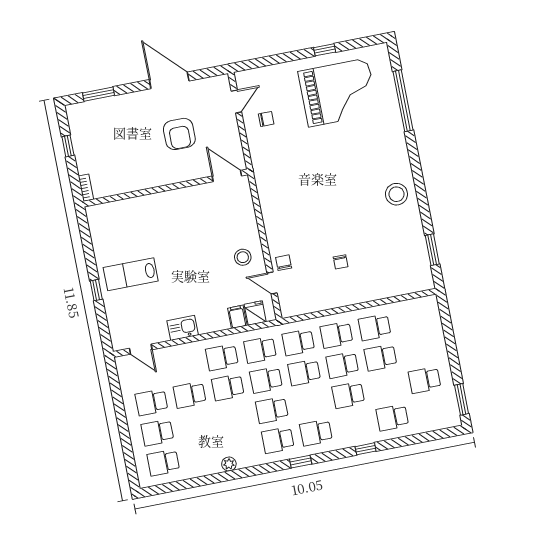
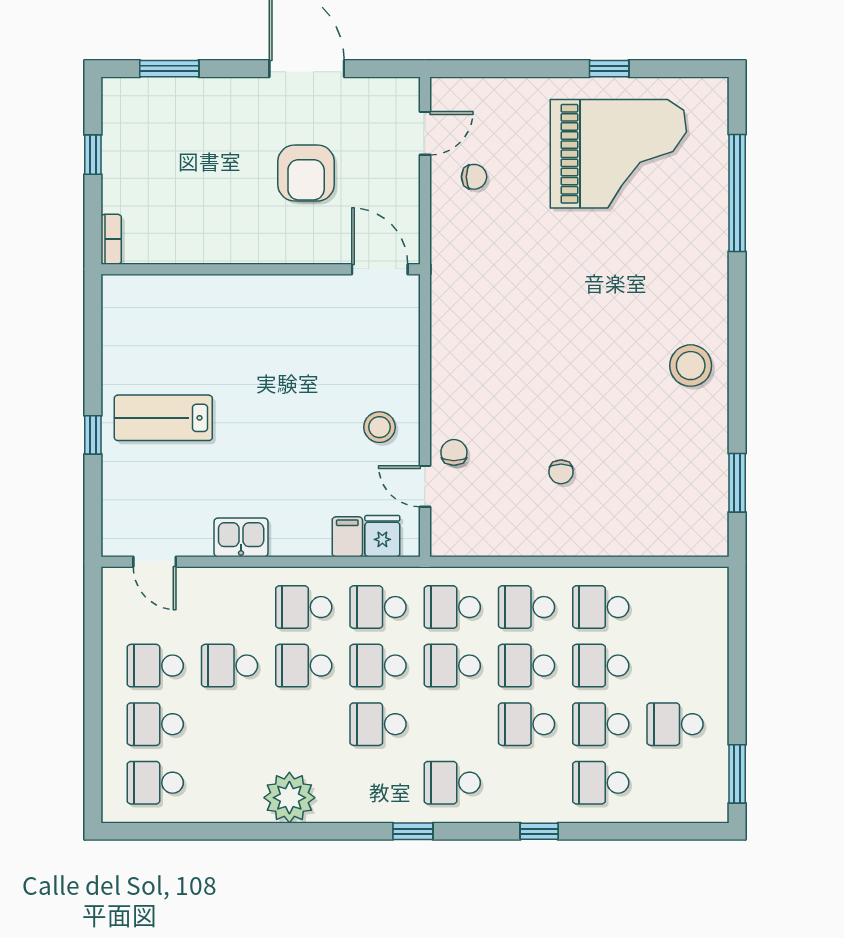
school desk: (278, 440) -> (601, 724), moved
plant: (229, 464) -> (289, 798), width x1.87, depth x1.87

